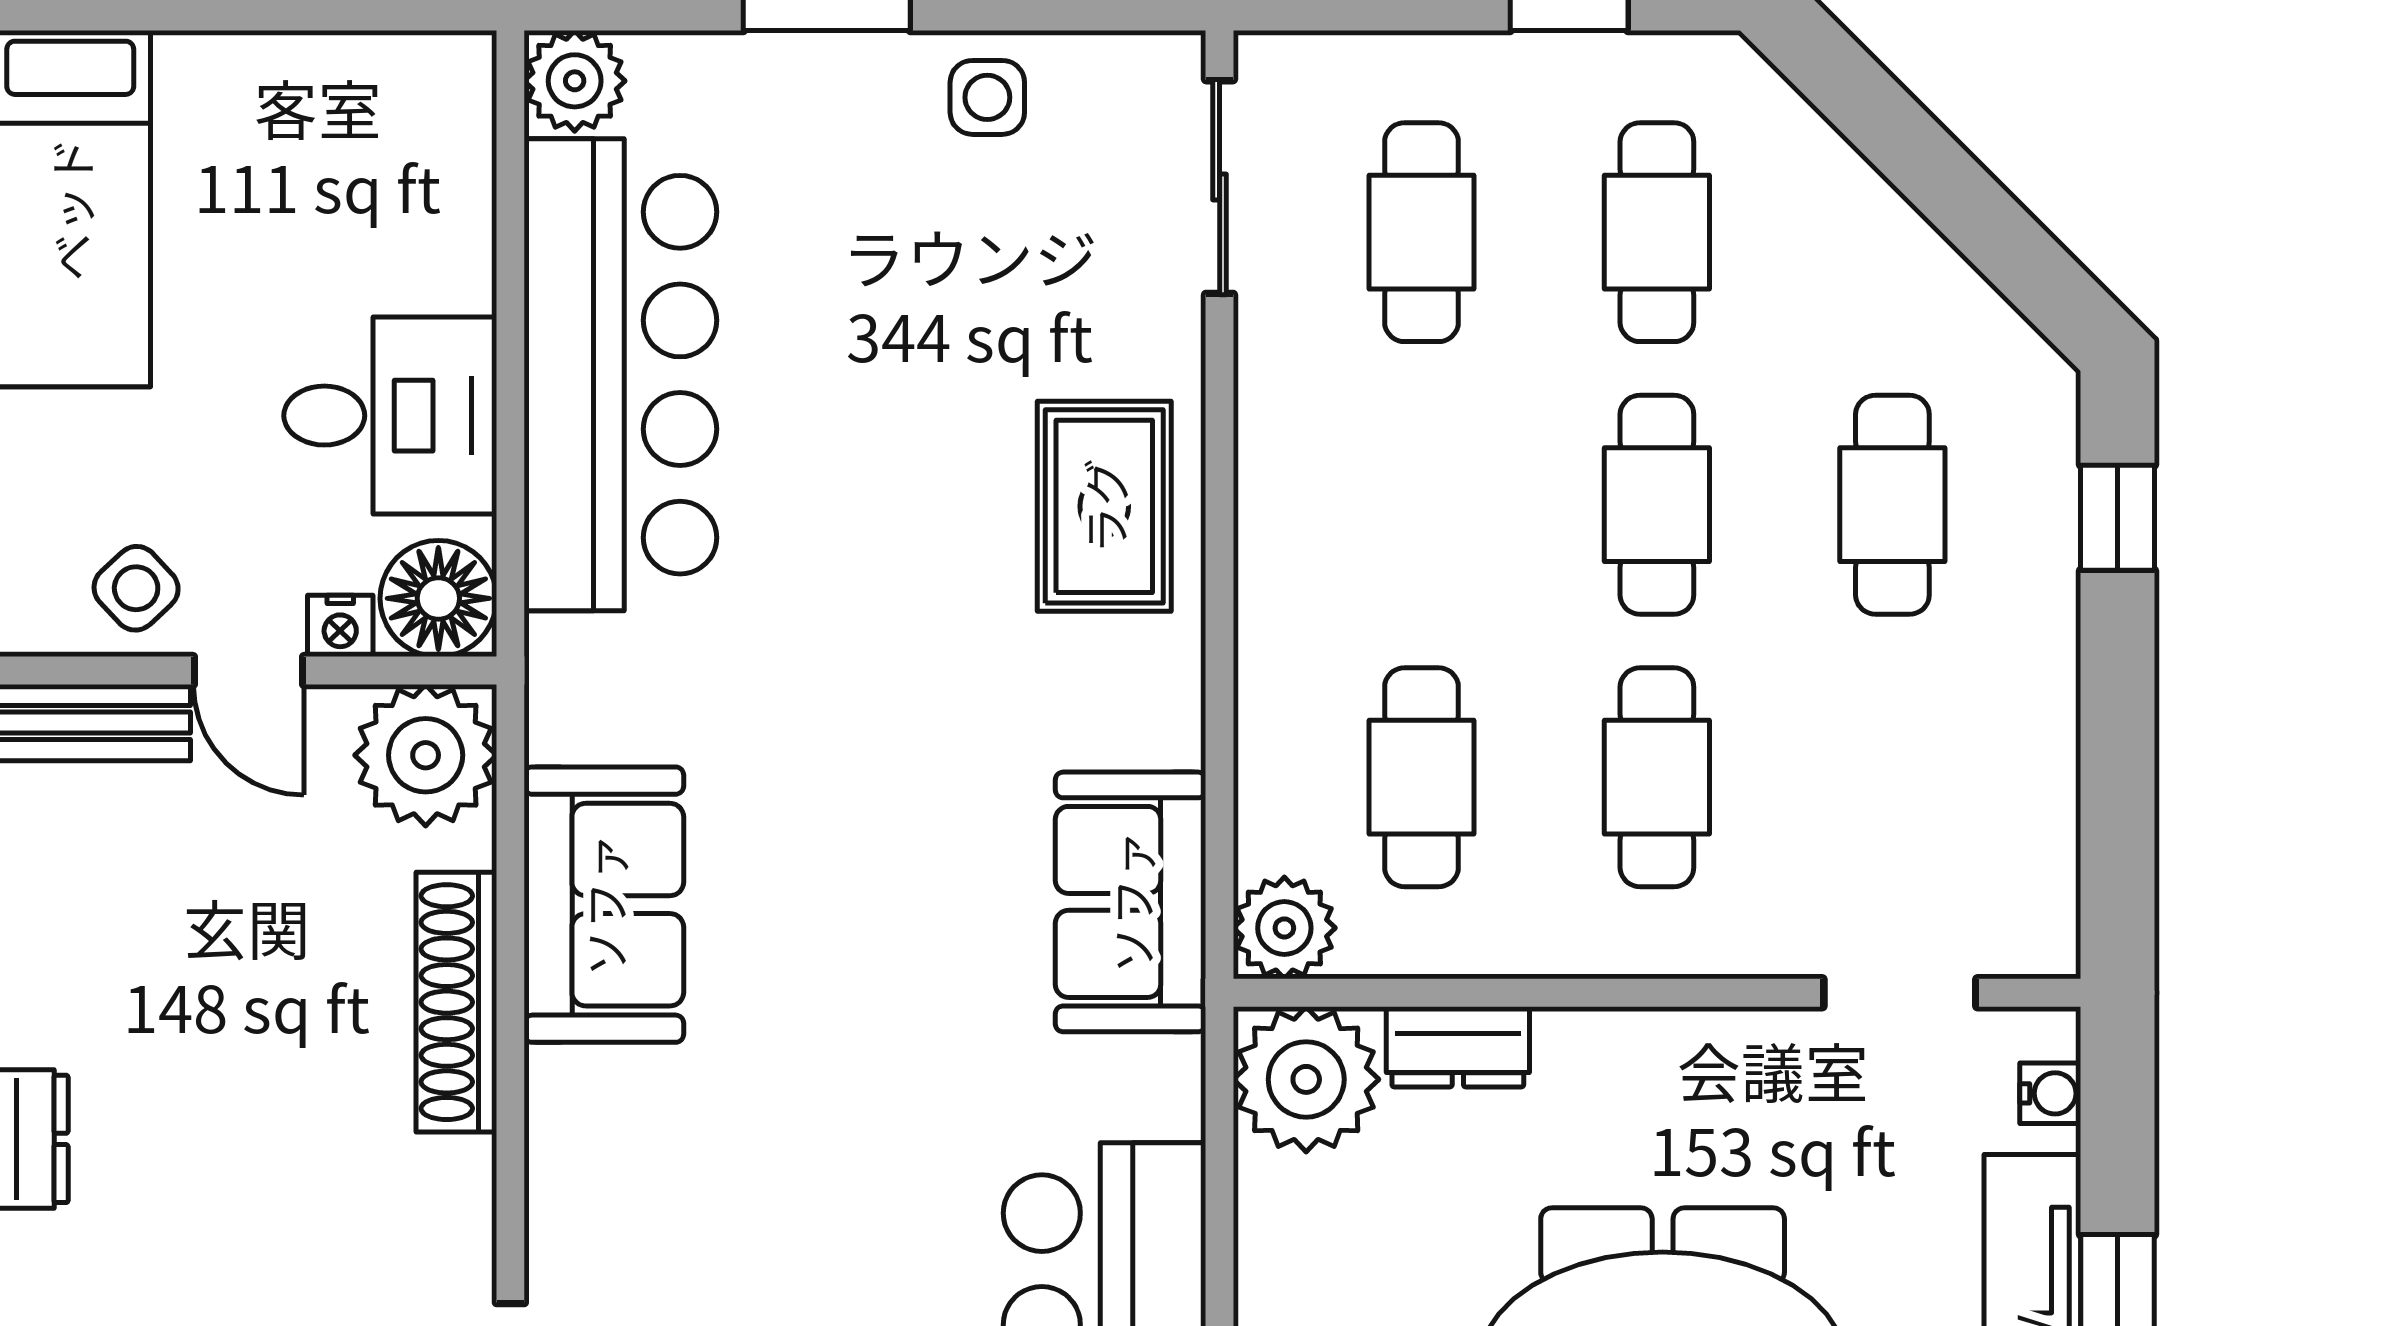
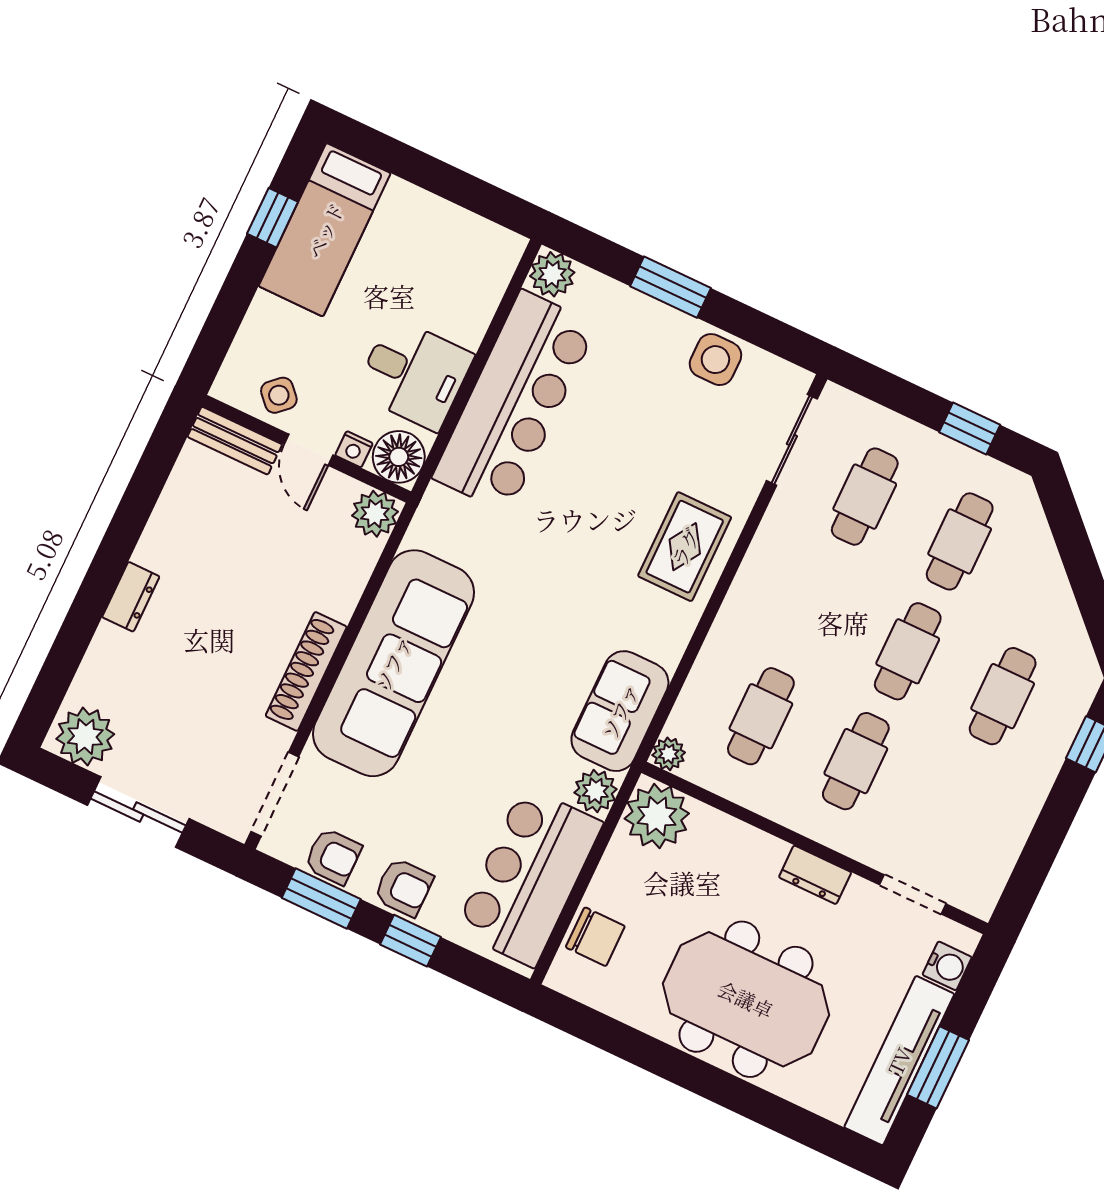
side table: (987, 97) -> (715, 360), width x1.37, depth x1.37
plant: (426, 755) -> (375, 514), width x0.73, depth x0.73
sofa: (604, 905) -> (393, 663), width x1.85, depth x1.27
plant: (1284, 928) -> (669, 754), width x0.73, depth x0.73
shoe rack: (456, 1002) -> (306, 671), moved
dresser: (1458, 1047) -> (815, 875), moved
plant: (1158, 1087) -> (595, 791), added
water cooler: (2050, 1093) -> (947, 966), width x1.38, depth x1.38

